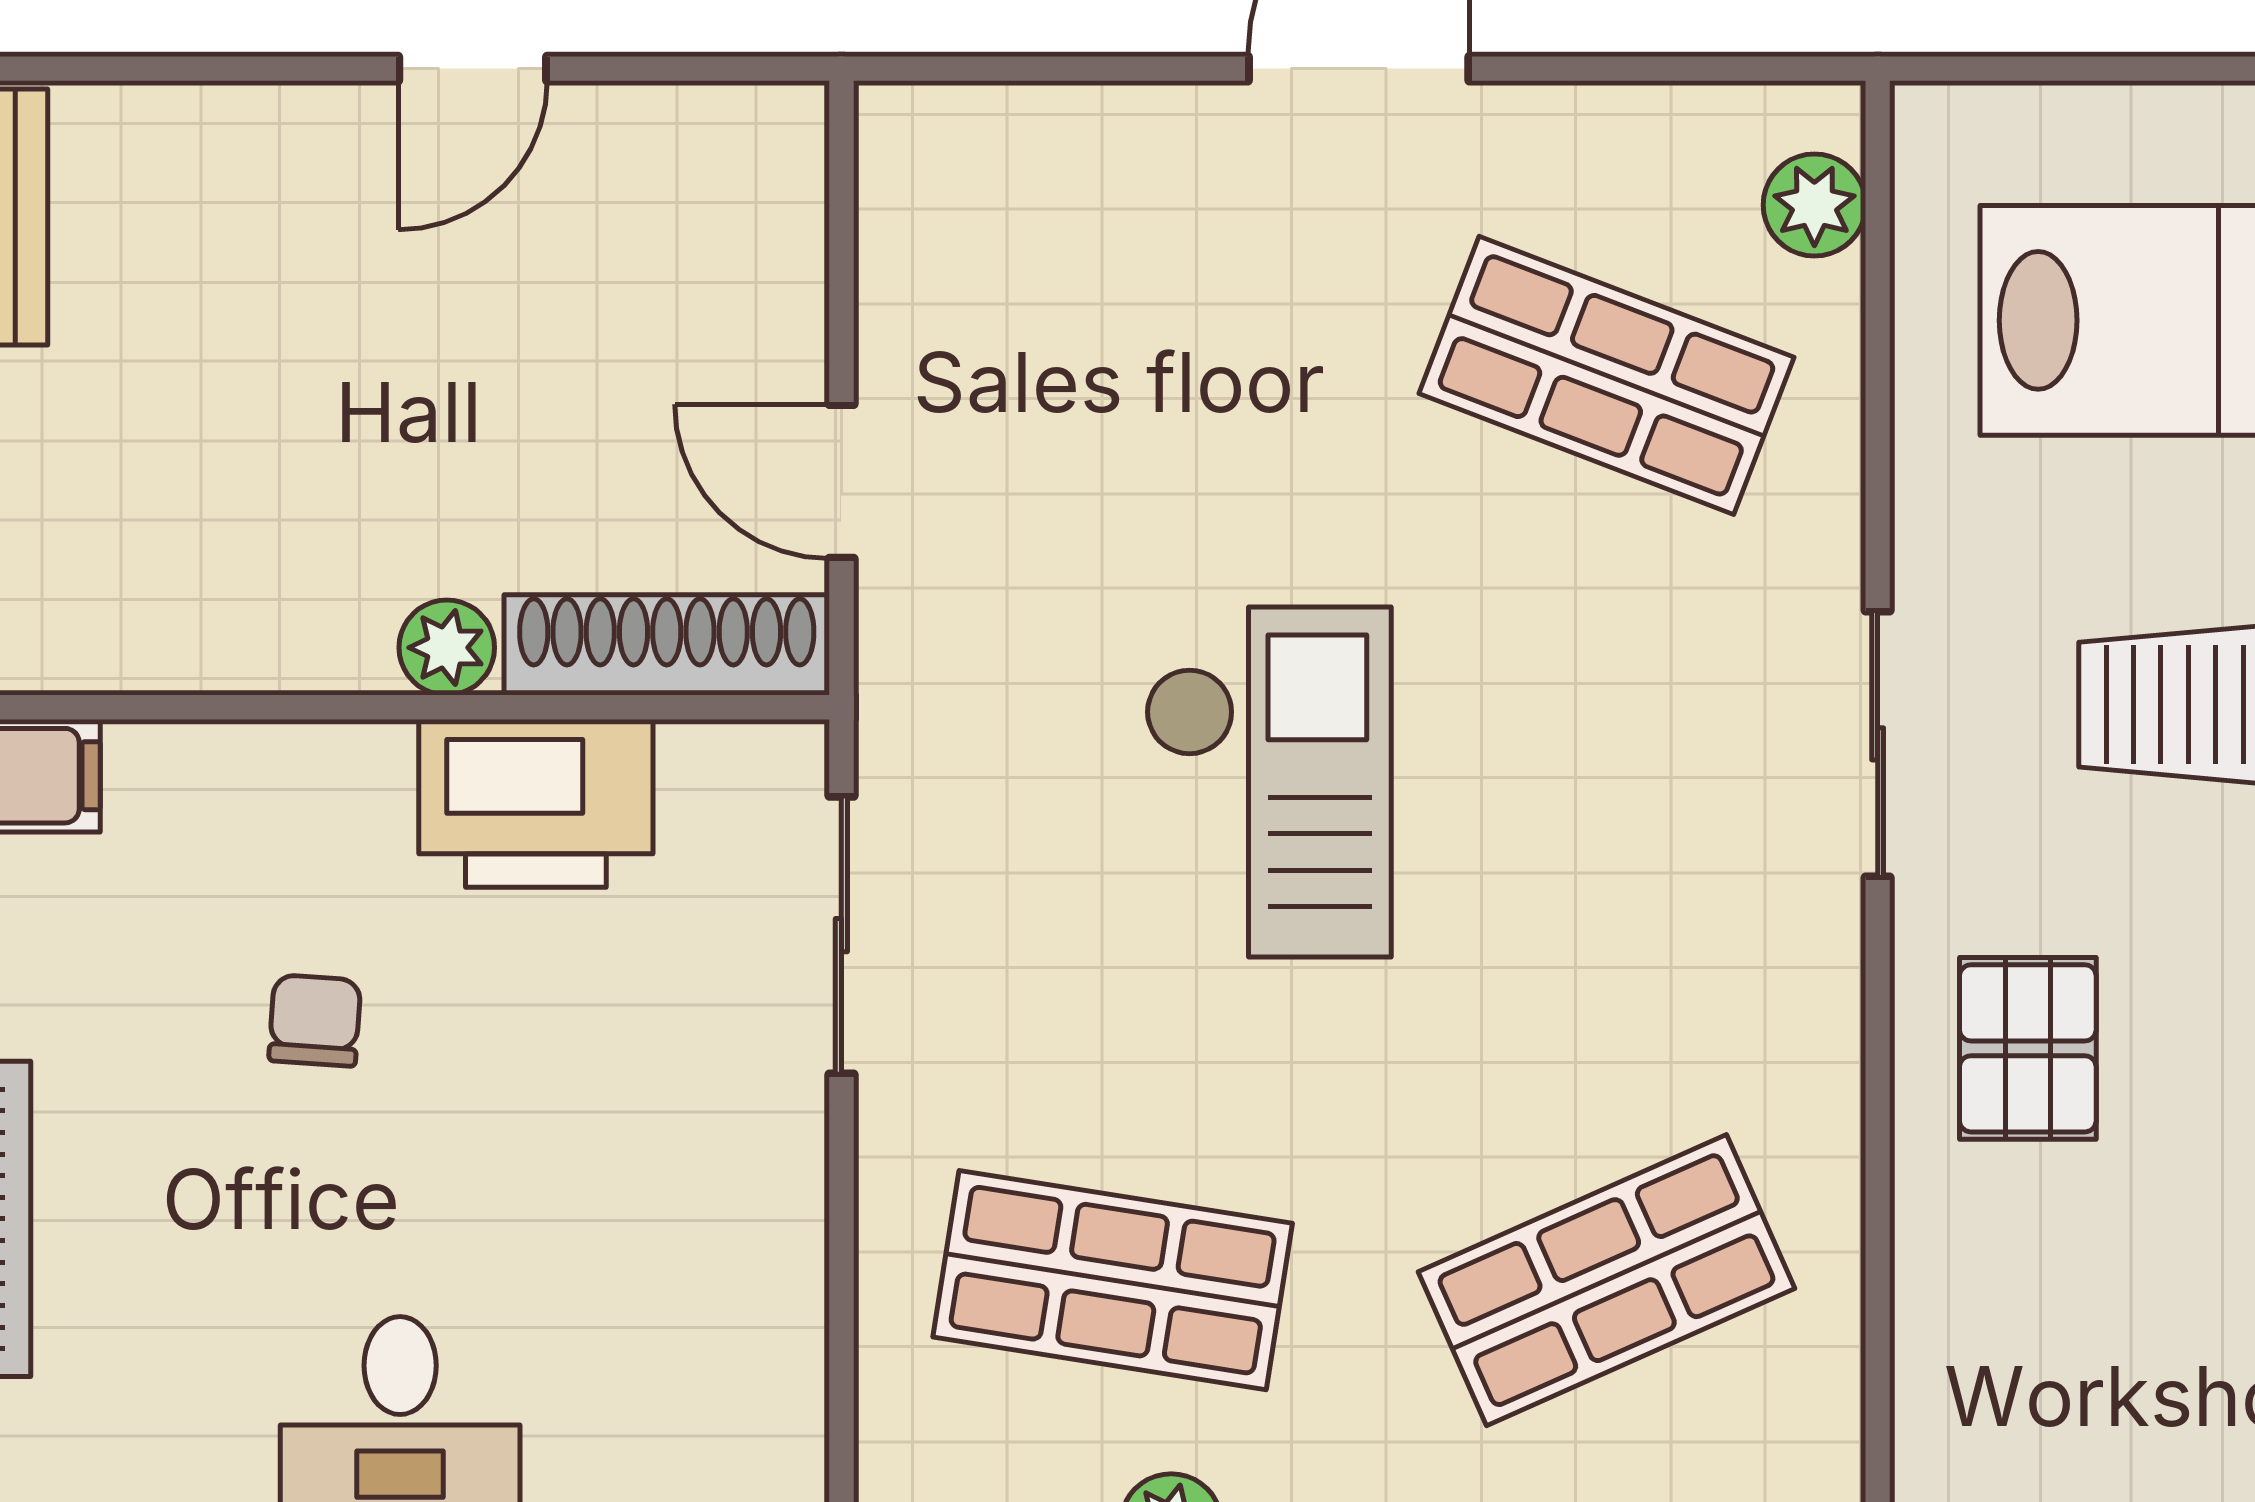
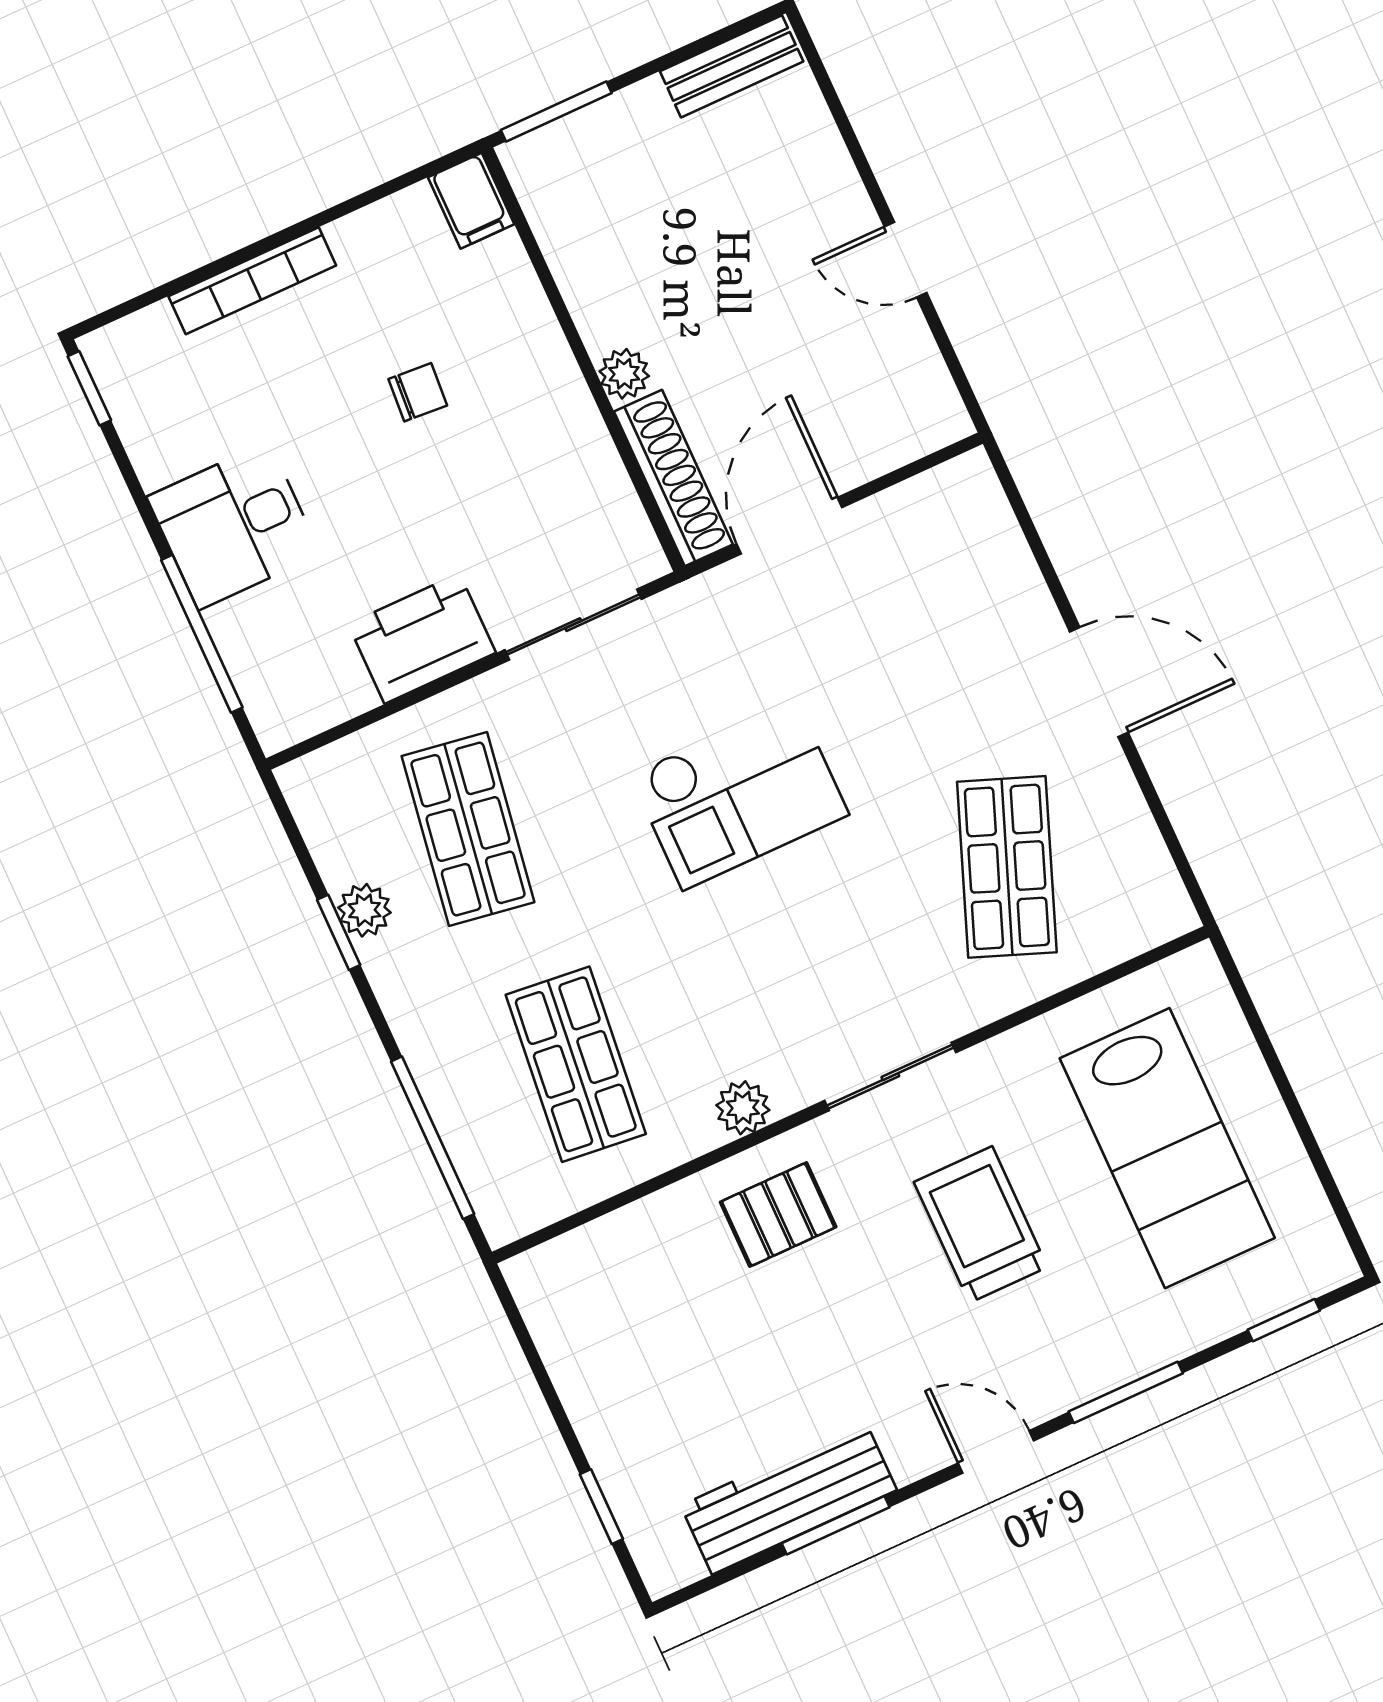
plant: (1814, 205) -> (743, 1108), moved
door: (841, 481) -> (789, 526), width x1.38
printer: (536, 803) -> (422, 638), moved, turned 90
shop shelf: (1606, 1280) -> (576, 1064), turned 30

